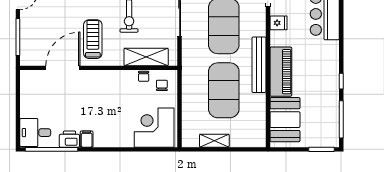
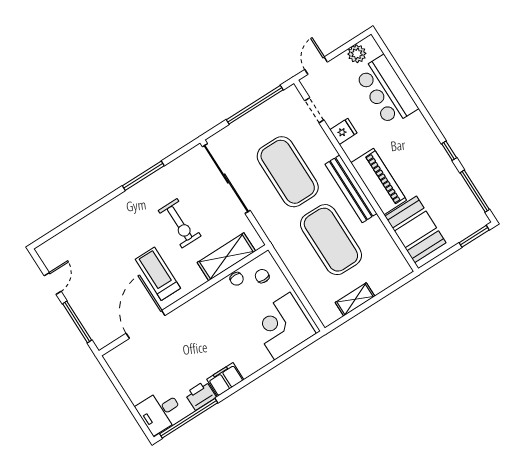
filing cabinet: (87, 139) -> (225, 379), width x2.00

